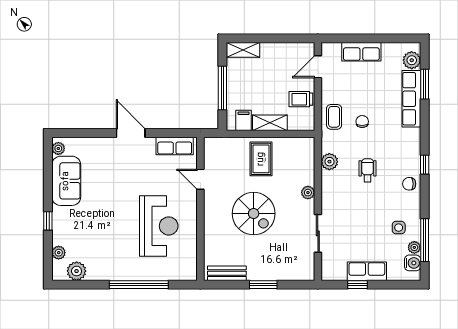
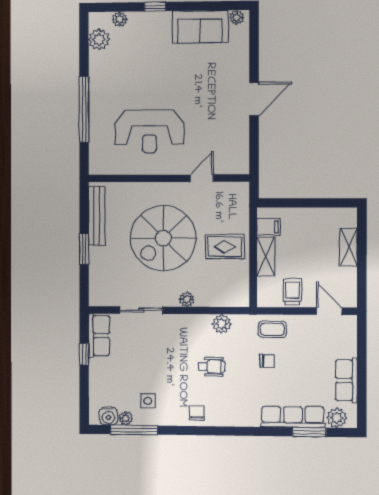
shelving: (243, 50) -> (349, 247), moved
row of seats: (361, 52) -> (346, 380), moved
window: (222, 88) -> (305, 203), removed
row of seats: (175, 146) -> (239, 149), removed
window: (425, 165) -> (218, 431), removed
spiral stairs: (254, 214) -> (163, 238), width x1.37, depth x1.37
row of seats: (367, 271) -> (99, 336), moved
bench: (227, 273) -> (97, 216), width x1.36

